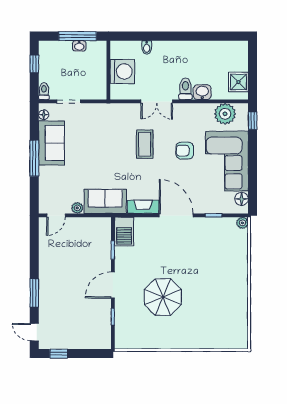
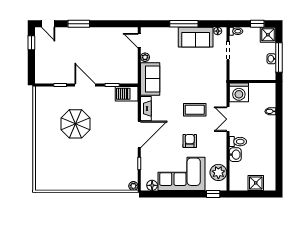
shower: (49, 50) -> (268, 35), added
washing machine: (122, 71) -> (239, 92), moved
shower: (238, 82) -> (256, 183), moved
door: (34, 332) -> (48, 24), swing flipped

